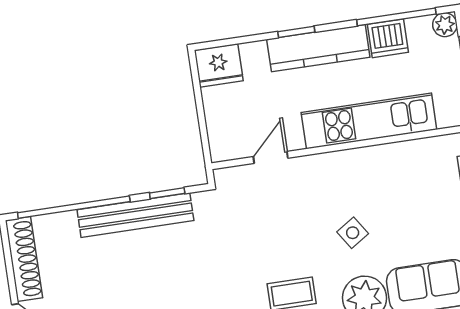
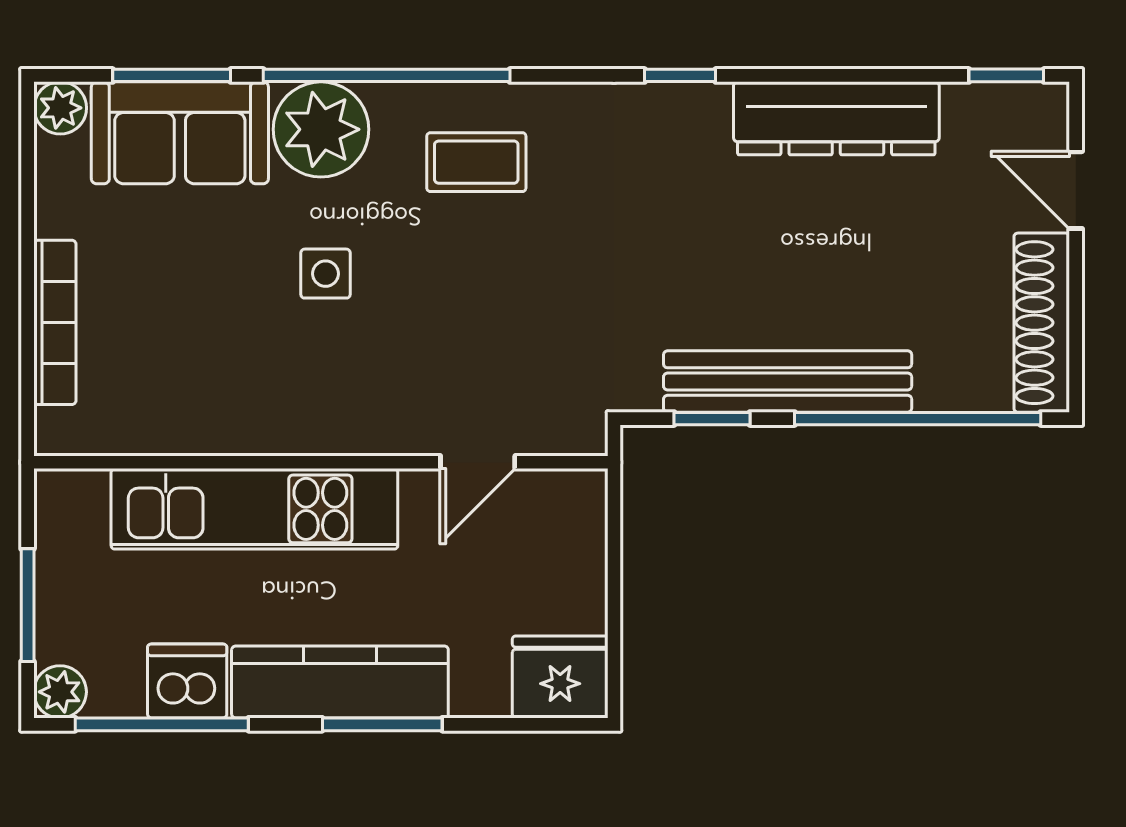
window: (296, 32) -> (382, 724), width x1.50
side table: (353, 233) -> (326, 274), turned 33

